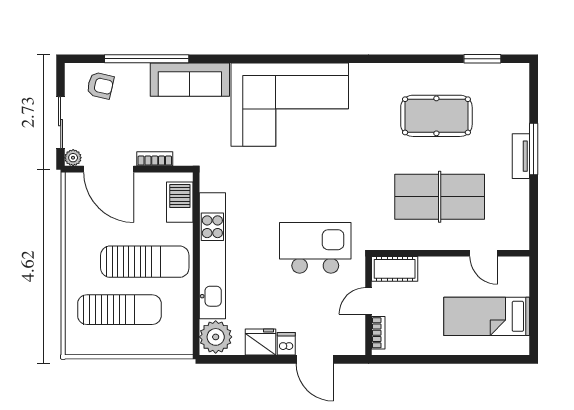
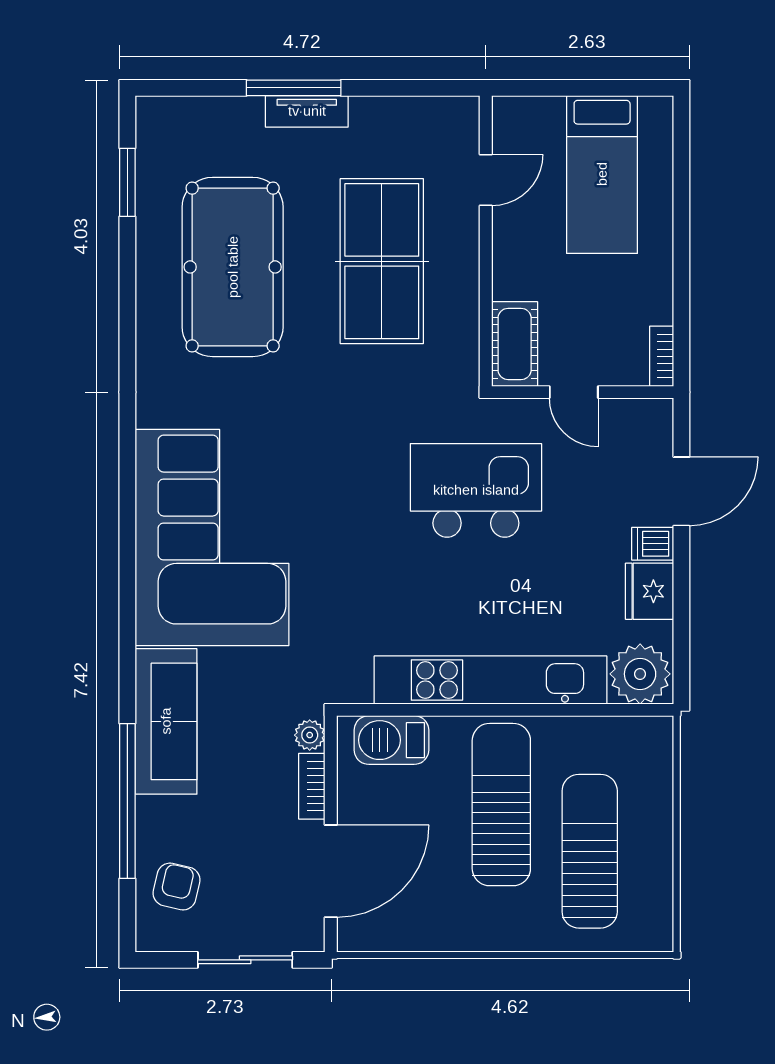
pool table: (436, 116) -> (233, 267), width x1.36, depth x1.32
plant: (73, 158) -> (310, 735), moved
kitchen island: (315, 248) -> (476, 490), turned 90
bookcase: (378, 333) -> (662, 356), moved, turned -90

